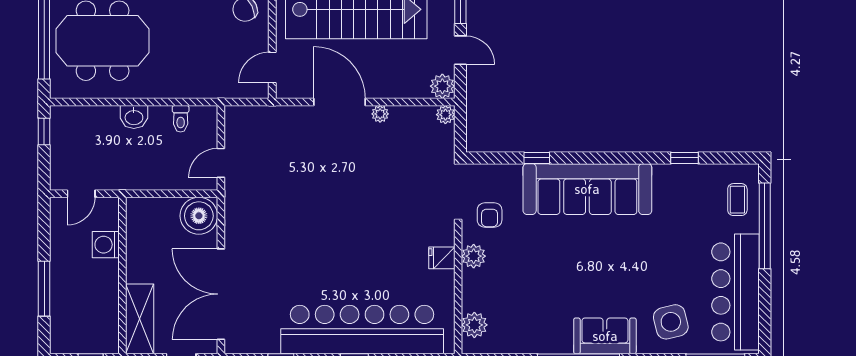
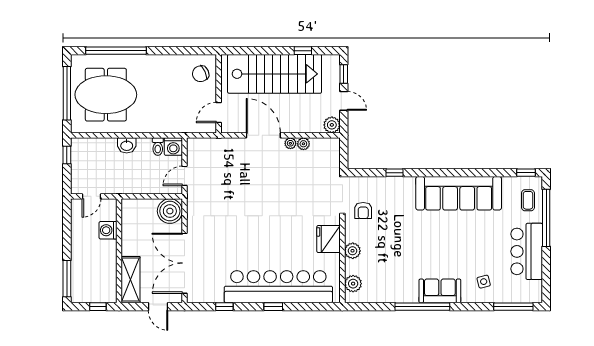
plant: (445, 115) -> (303, 144), moved
washing machine: (204, 119) -> (173, 147), added
window: (685, 158) -> (526, 173), moved
sofa: (587, 189) -> (459, 193), moved
plant: (474, 256) -> (353, 251), moved
fridge: (442, 258) -> (328, 239), width x1.88, depth x1.34
window: (44, 289) -> (67, 279), moved
bar counter: (736, 292) -> (527, 251), width x0.73
side table: (671, 322) -> (484, 282), width x0.54, depth x0.54

